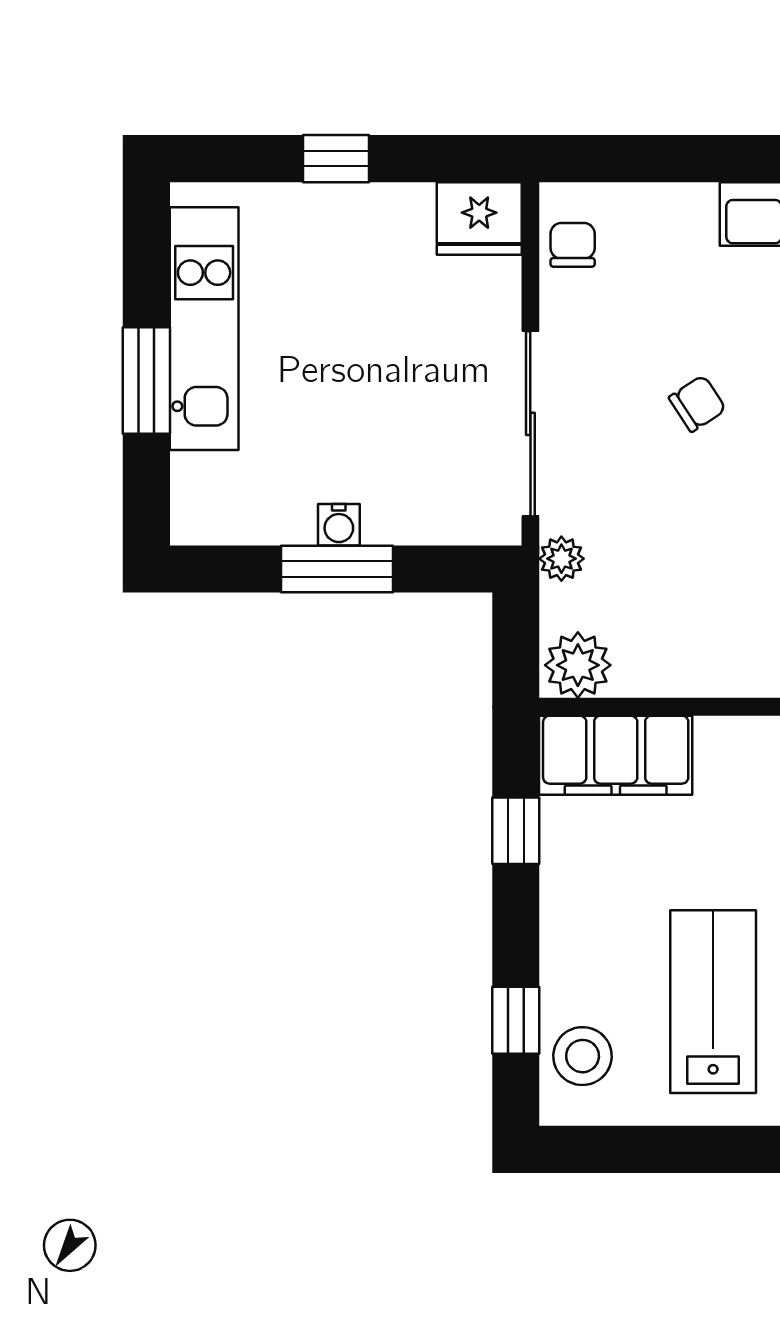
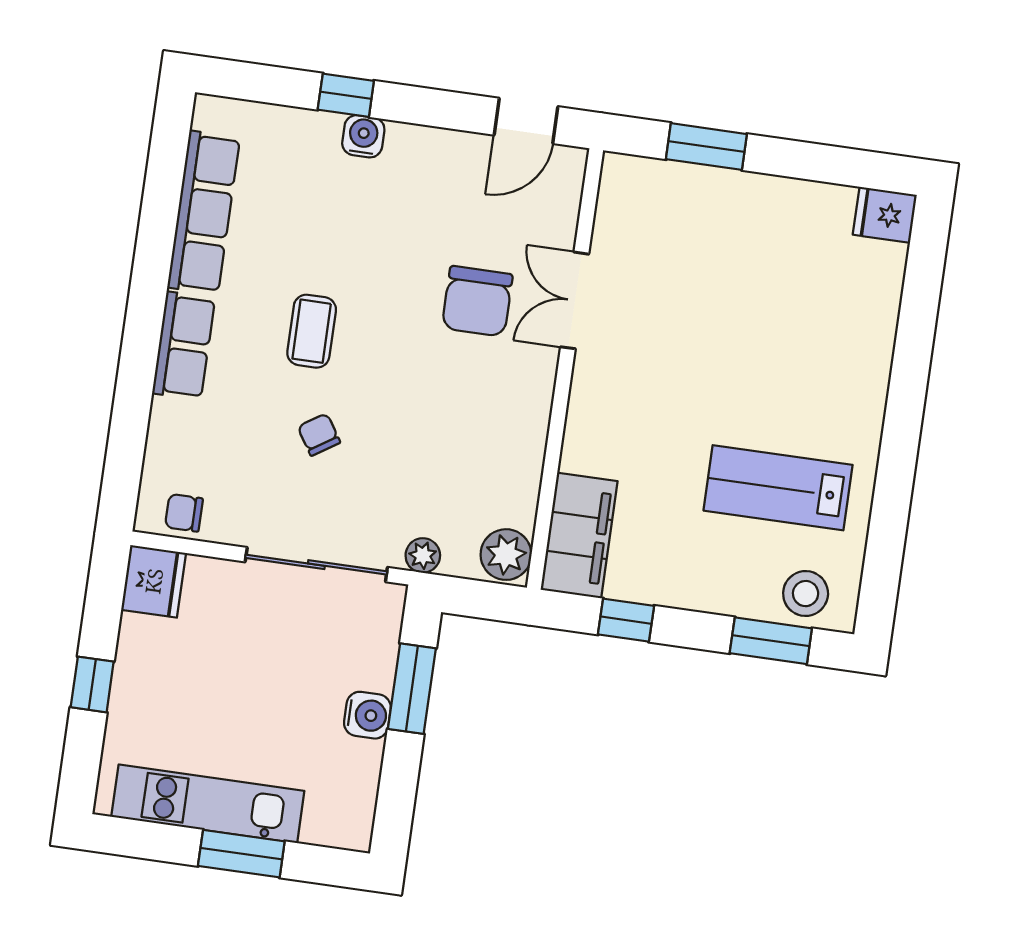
water cooler: (339, 525) -> (367, 715), width x1.38, depth x1.38
window: (337, 569) -> (412, 689), moved
window: (516, 1020) -> (771, 641), width x1.50

